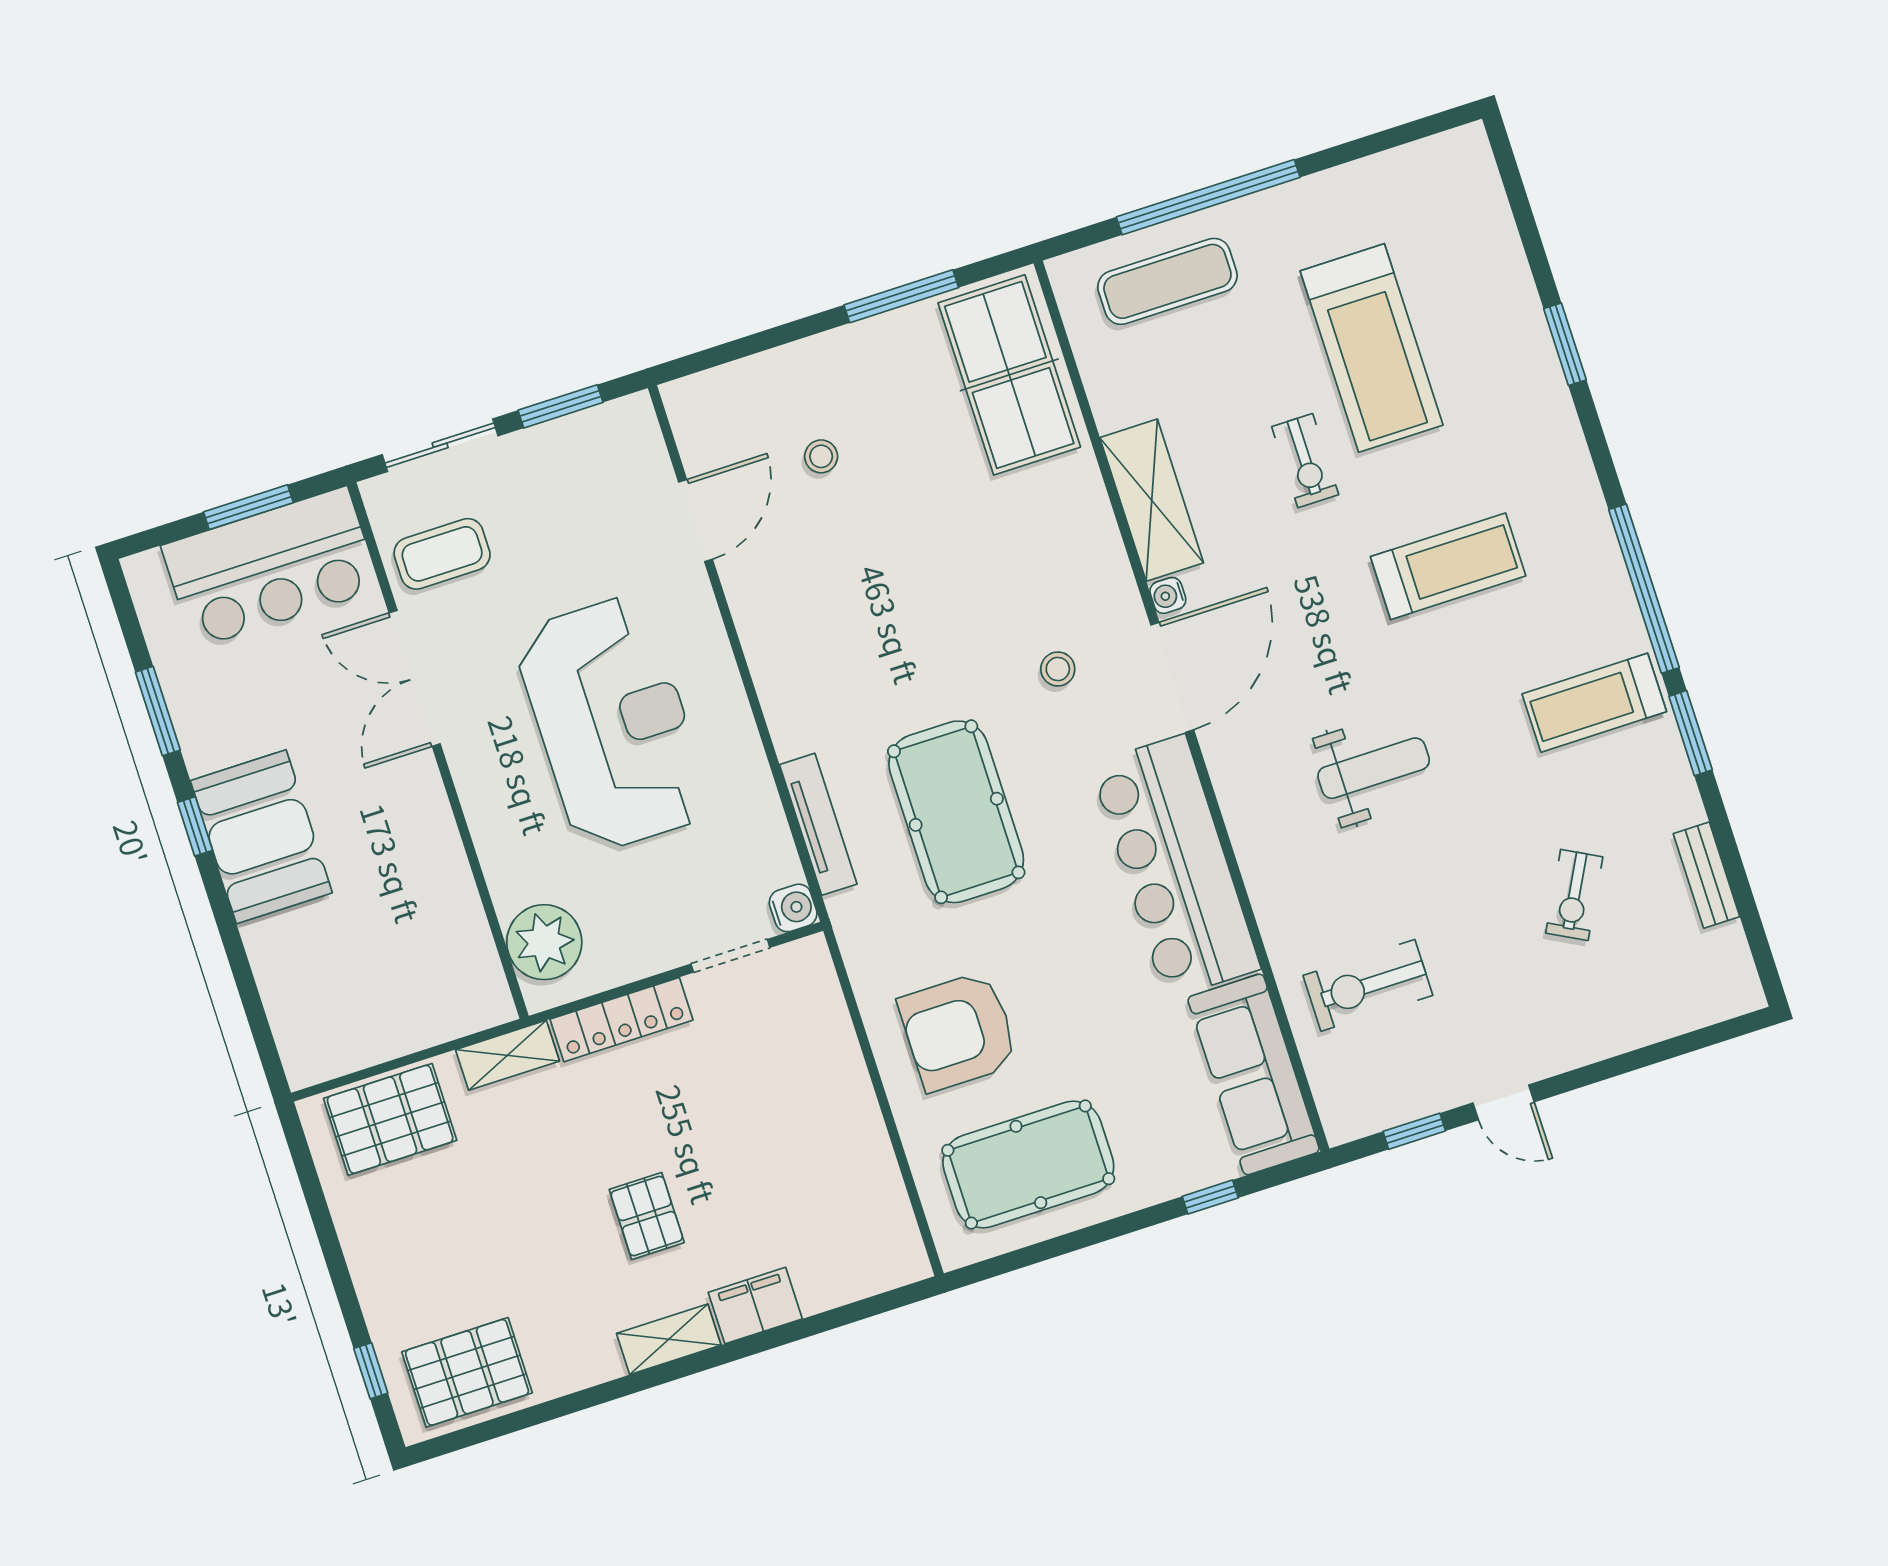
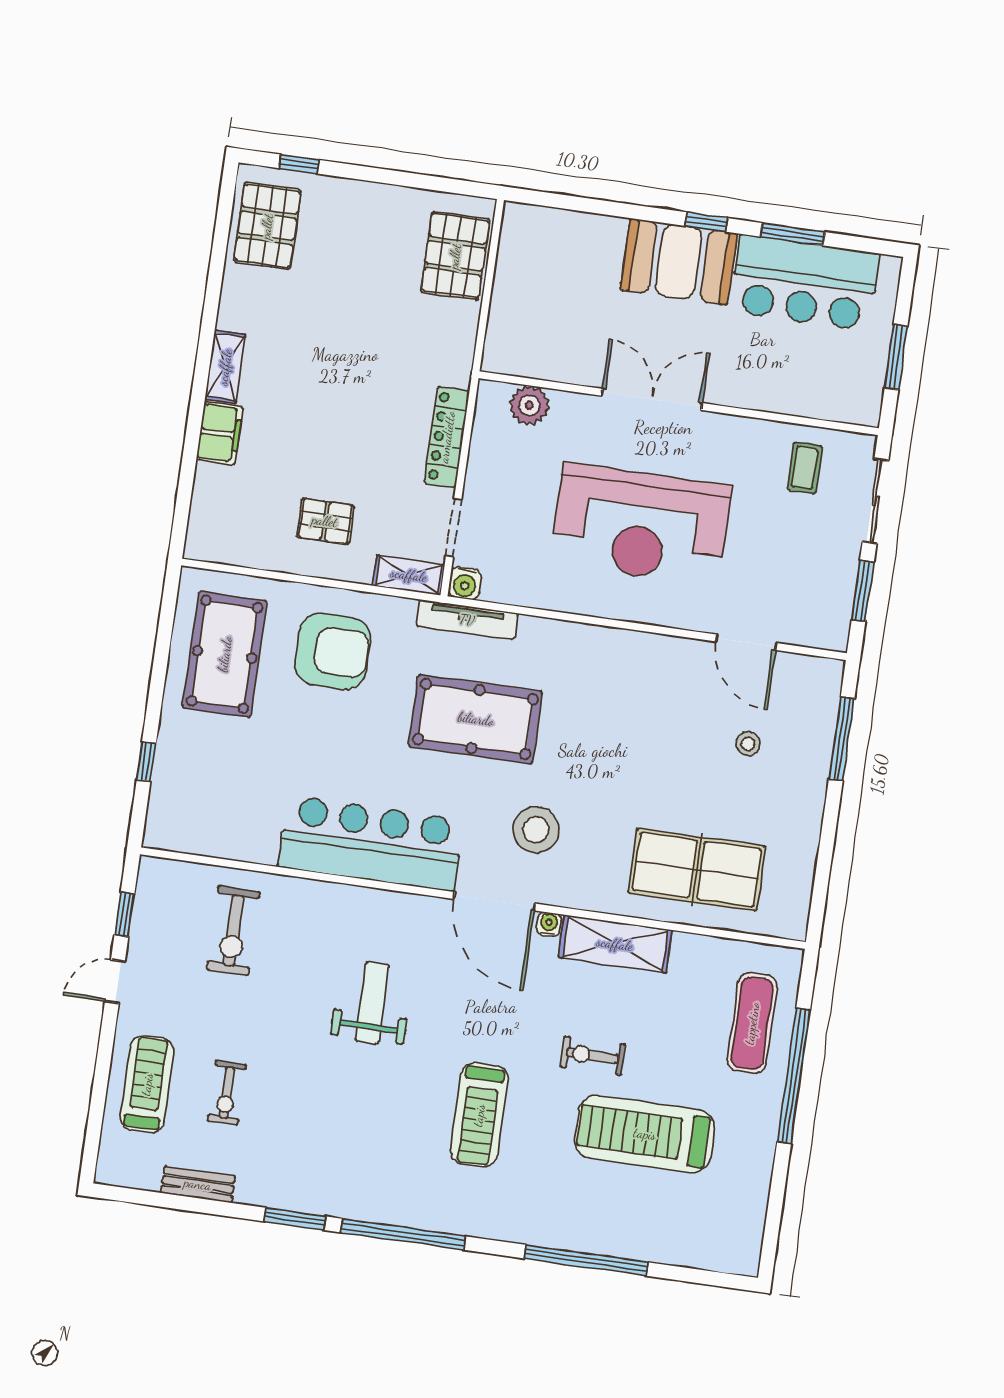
window: (901, 296) -> (842, 739), moved
window: (1565, 344) -> (586, 1260), width x2.11
table tennis table: (1009, 375) -> (697, 870), moved
coffee table: (442, 554) -> (805, 468), width x0.73, depth x0.77
bar counter: (270, 567) -> (805, 283), moved, turned -90
stool: (1058, 669) -> (536, 830), width x1.89, depth x1.89
double door: (415, 678) -> (652, 399), moved
treadmill: (1594, 703) -> (147, 1084), moved
weight bench: (1374, 768) -> (372, 1003), turned 180
tv unit: (818, 824) -> (467, 620), moved
exercise bike: (1574, 895) -> (227, 1093), turned -118
plant: (544, 942) -> (529, 405), width x0.73, depth x0.73
exercise bike: (1368, 985) -> (233, 931), turned 180
armchair: (959, 1031) -> (333, 651), turned 90
shelving: (508, 1055) -> (409, 575), moved, turned 90
sofa: (1254, 1074) -> (212, 829), removed
pallet: (647, 1216) -> (325, 521), moved

